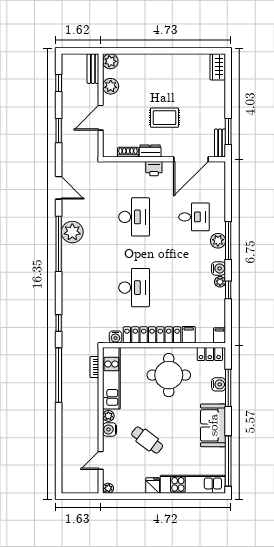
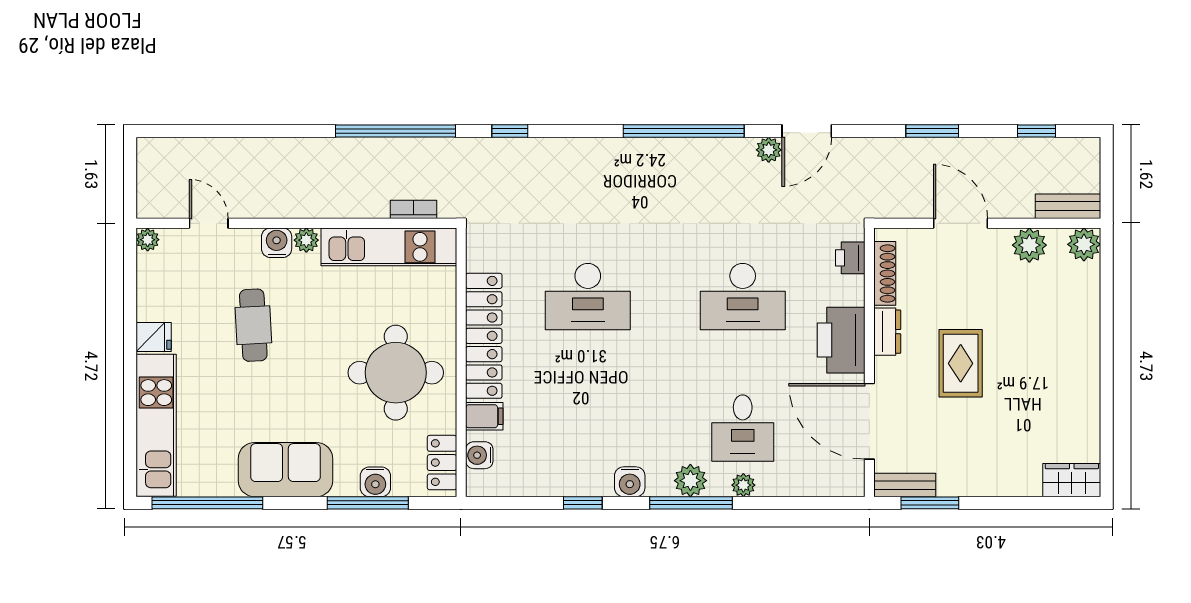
shoe rack: (128, 152) -> (885, 273), width x1.43
printer: (116, 168) -> (850, 258), added
printer: (154, 169) -> (841, 340), width x1.87, depth x1.48
plant: (72, 232) -> (769, 150), moved, width x0.53, depth x0.53
plant: (220, 282) -> (743, 485), moved
filing cabinet: (220, 335) -> (483, 484), removed
water cooler: (115, 337) -> (479, 455), moved
cafe table: (147, 440) -> (253, 325), turned -40

